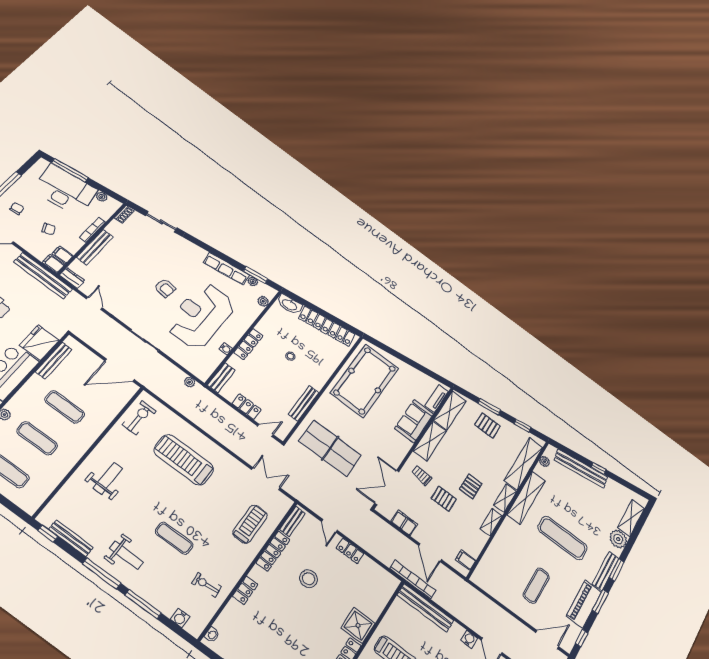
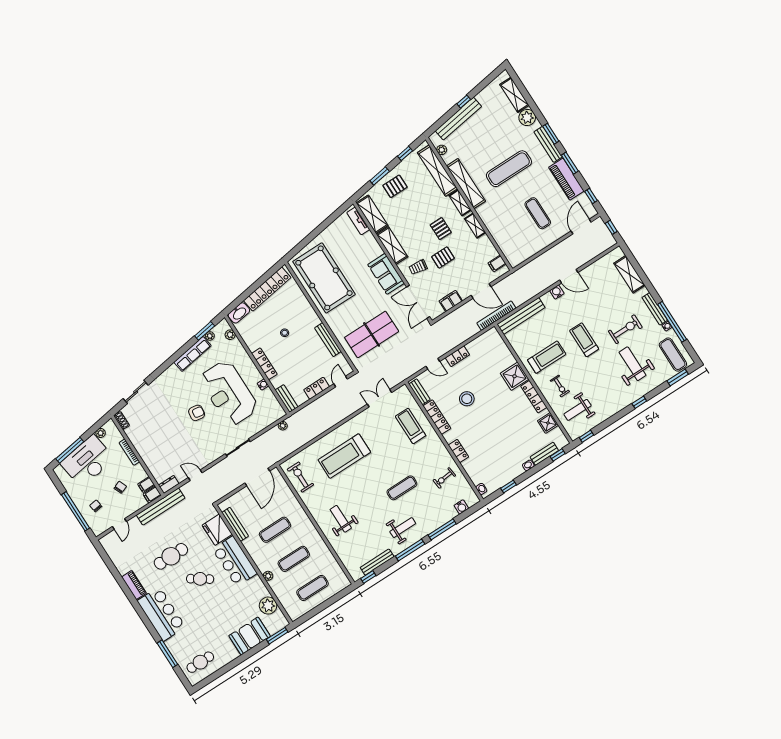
bench: (95, 247) -> (146, 456), removed
sofa: (414, 421) -> (386, 274), moved

